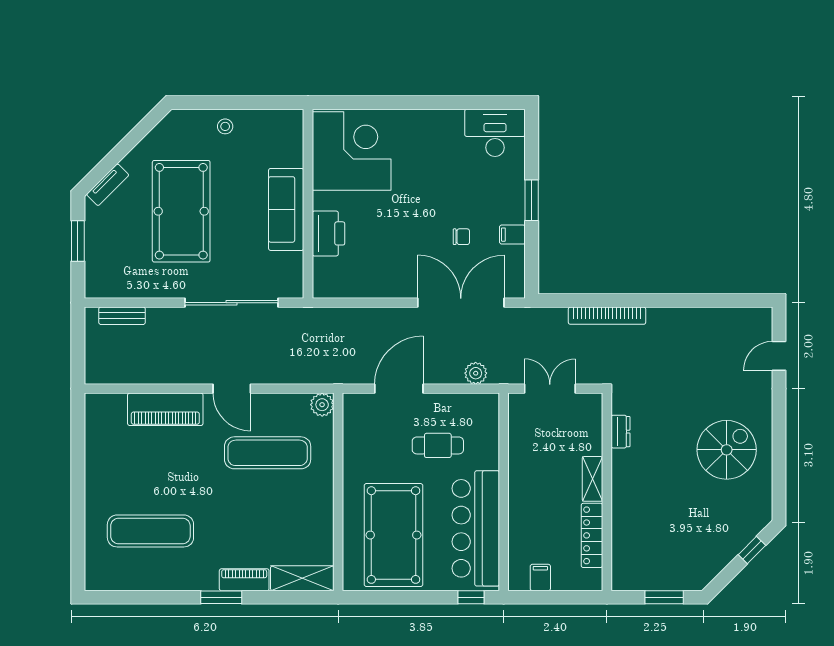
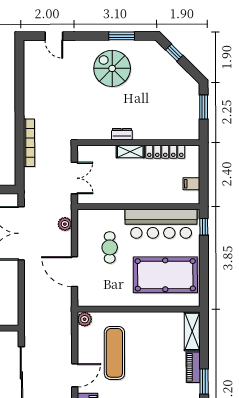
double door: (550, 389) -> (74, 178), swing flipped
dresser: (620, 432) -> (122, 134), moved
window: (779, 465) -> (122, 36), added

